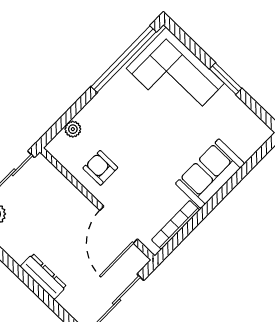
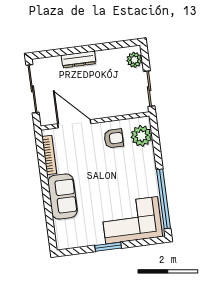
plant: (73, 129) -> (141, 136), width x1.88, depth x1.88

